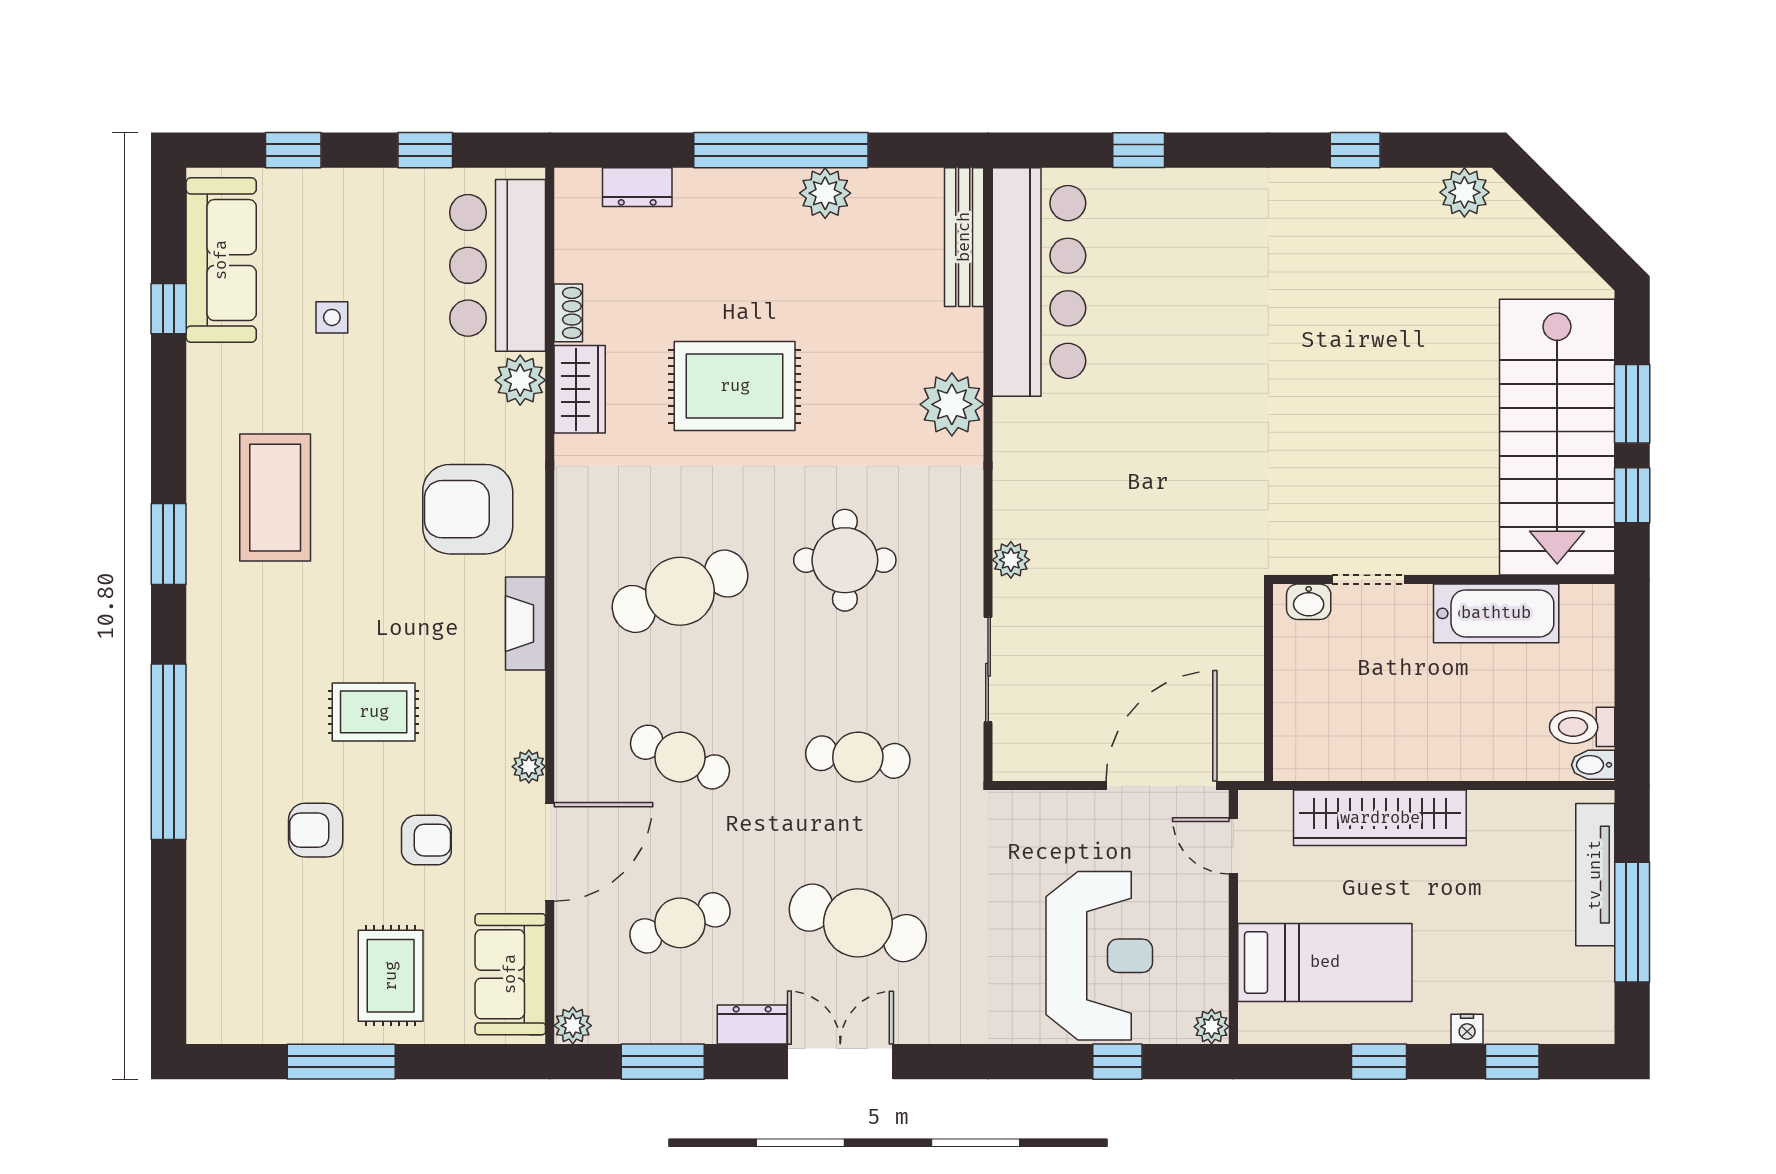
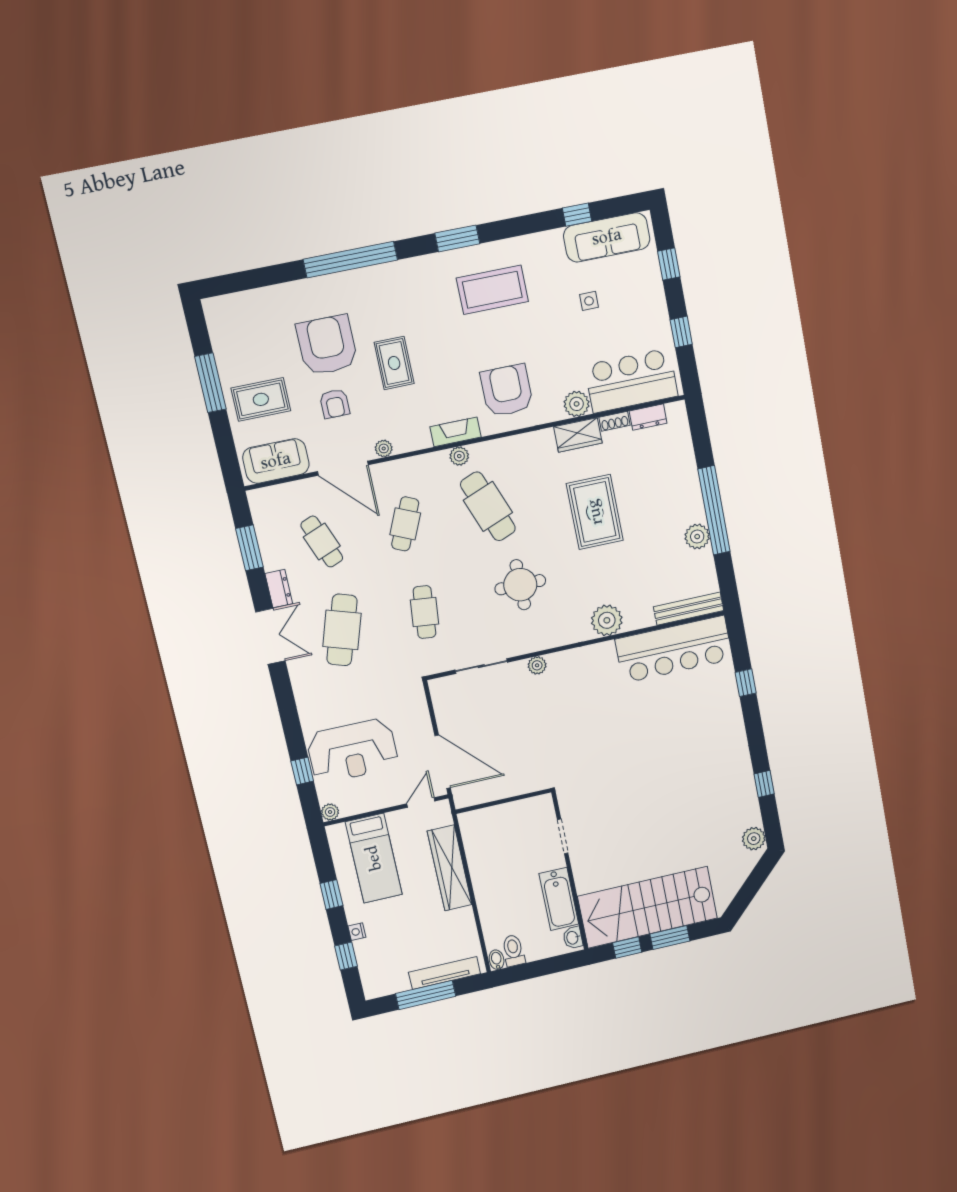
dresser: (637, 187) -> (648, 417), moved, turned -90
washbasin: (1309, 602) -> (573, 938), moved
armchair: (316, 830) -> (327, 345), width x1.88, depth x1.88
plant: (573, 1026) -> (459, 456), moved

